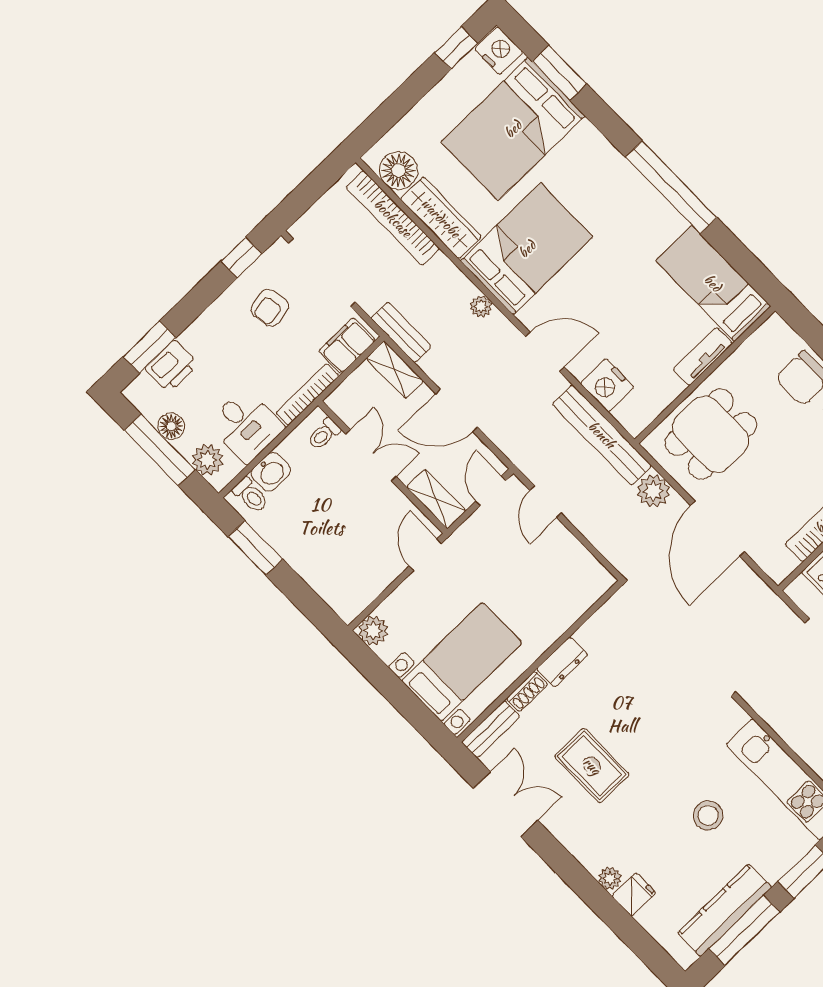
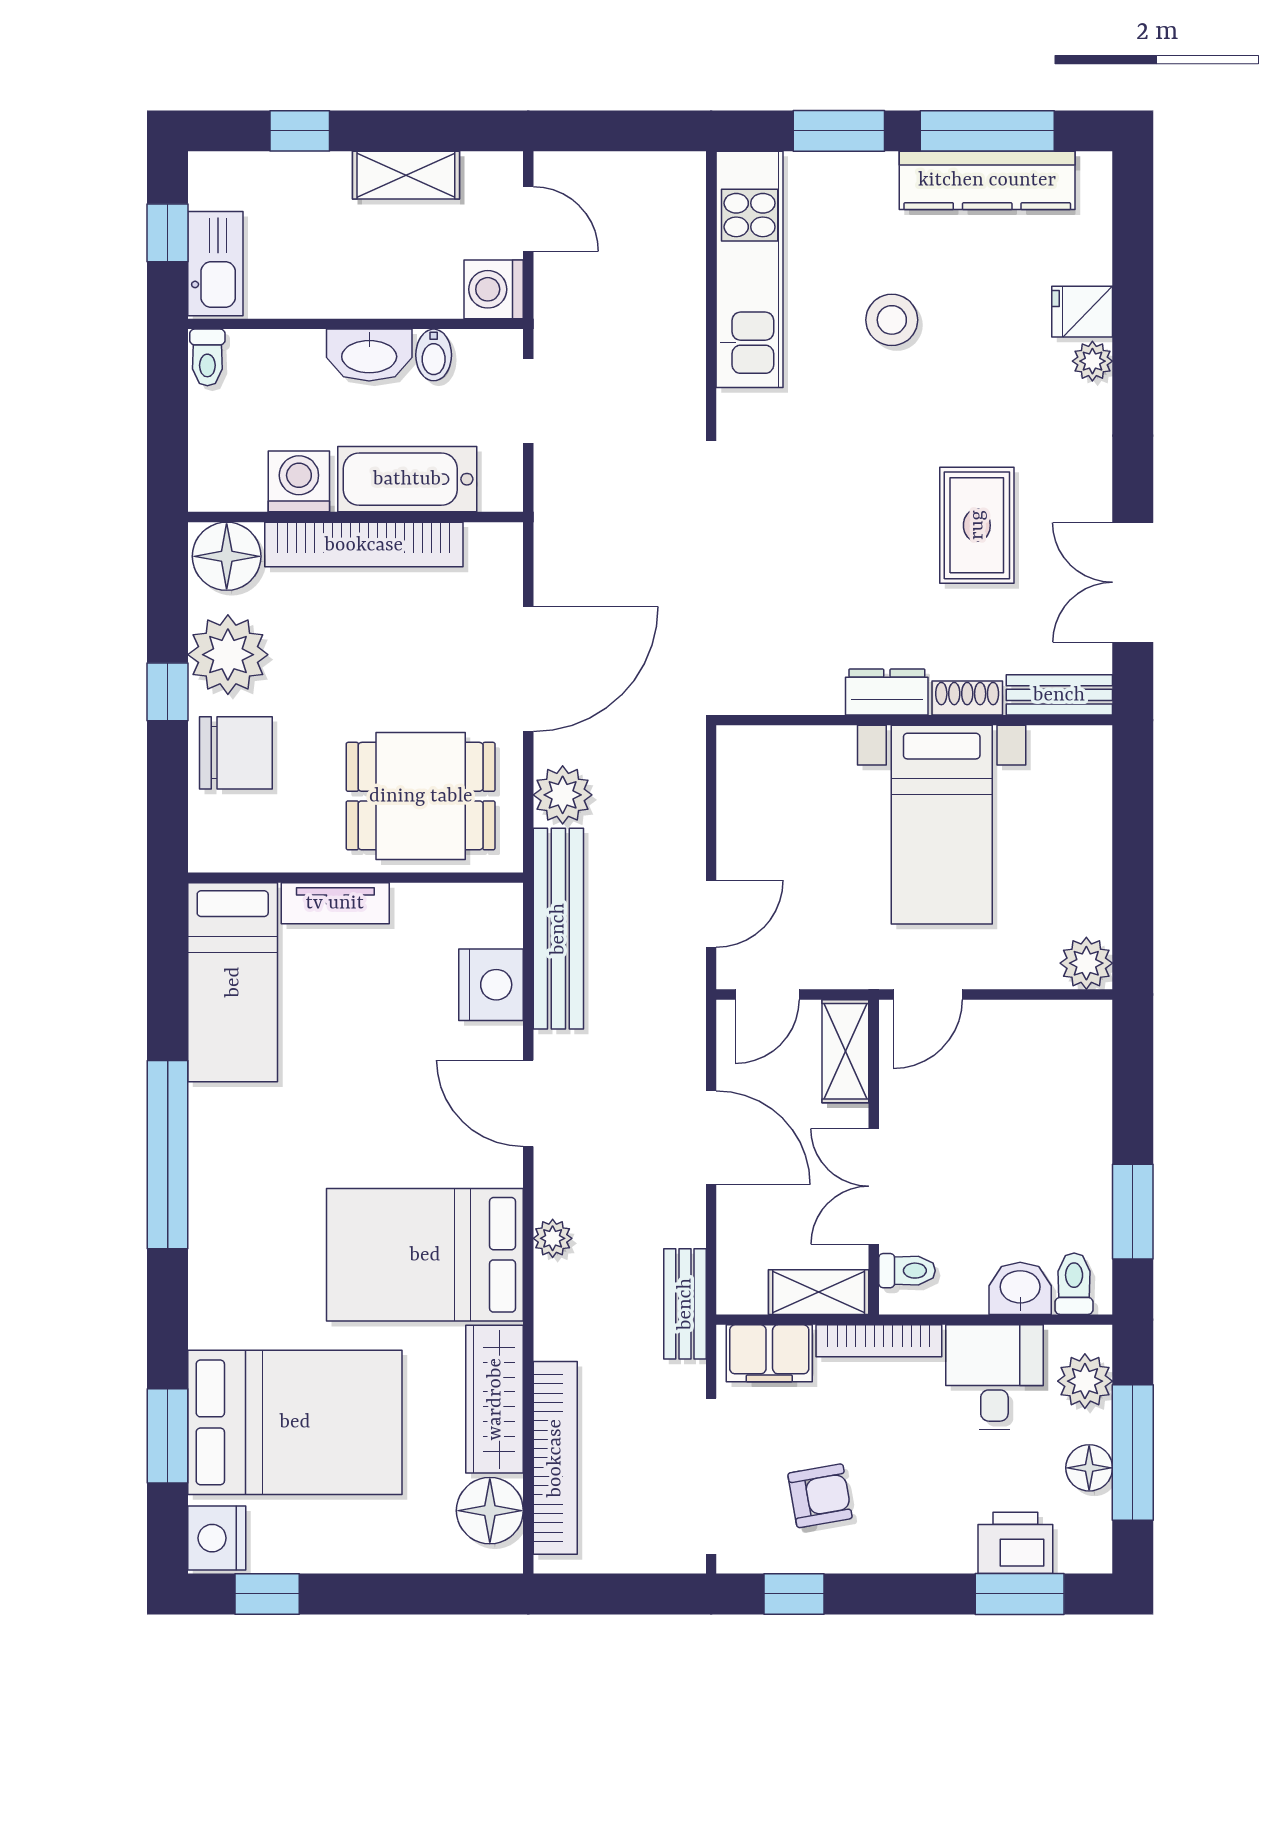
shelving: (395, 370) -> (819, 1292), moved, turned 90
bed with nightstands: (462, 662) -> (942, 825), moved, turned -90

